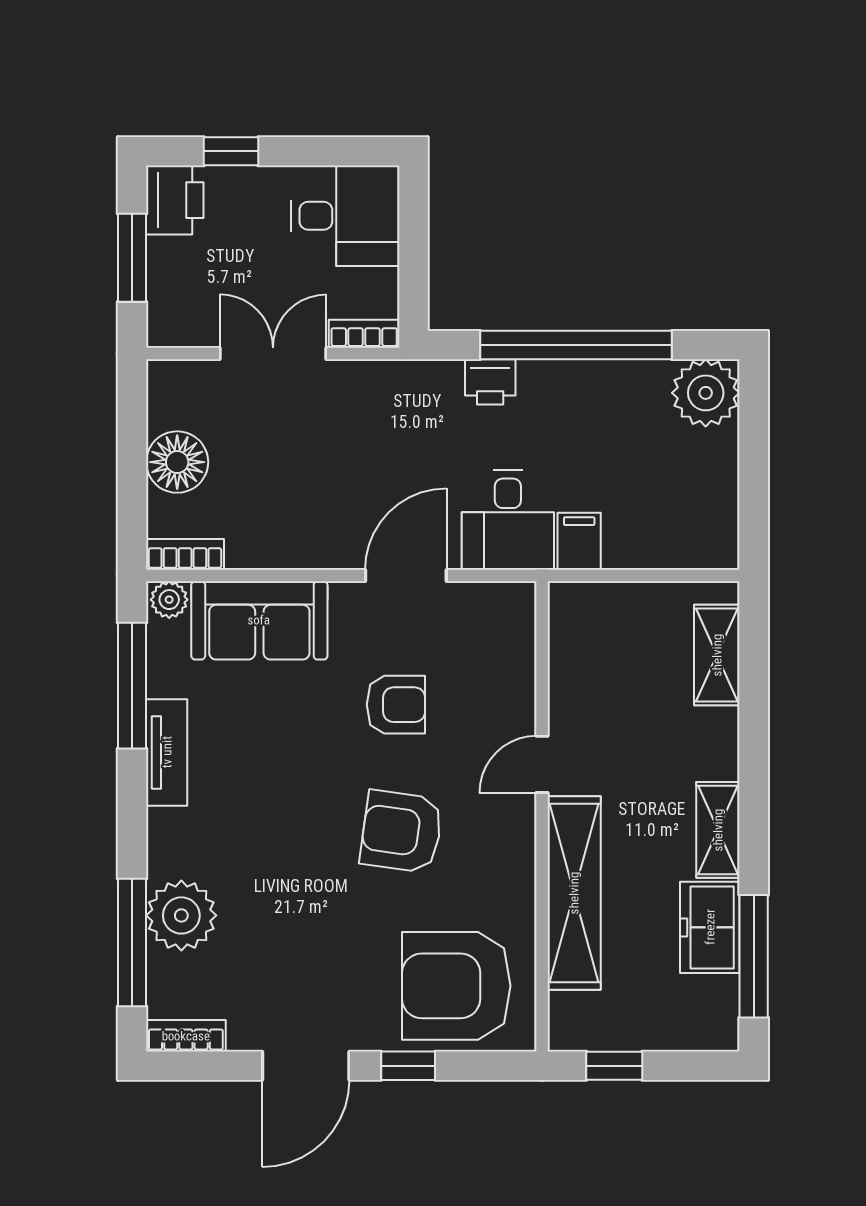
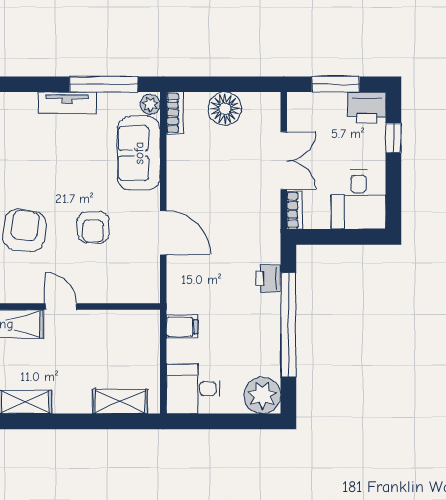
desk: (508, 520) -> (193, 389), moved

